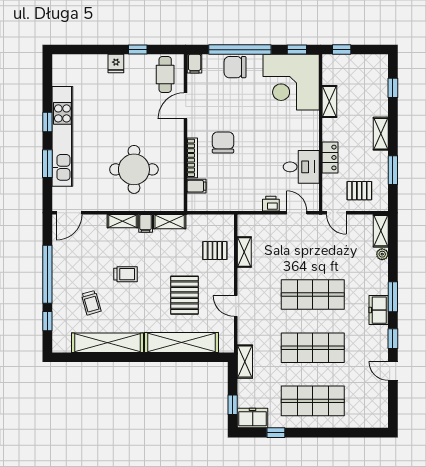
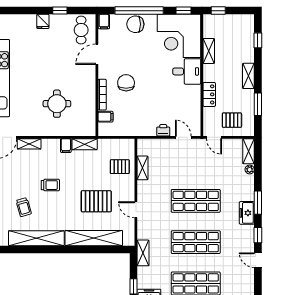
desk: (301, 167) -> (187, 71), moved
round table: (134, 169) -> (57, 104), width x0.73, depth x0.73
shelving: (122, 221) -> (29, 144), moved
pallet: (185, 295) -> (96, 201), turned 90

